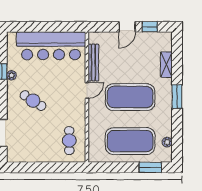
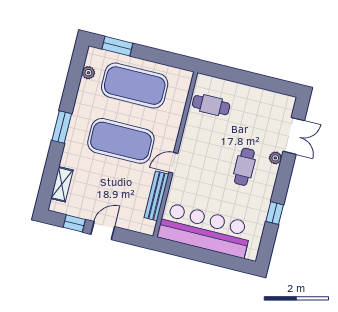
shelving: (166, 65) -> (62, 184), moved
plant: (11, 75) -> (275, 158), moved
cafe table: (33, 101) -> (244, 167), turned 57
cafe table: (69, 141) -> (211, 105), turned 90

